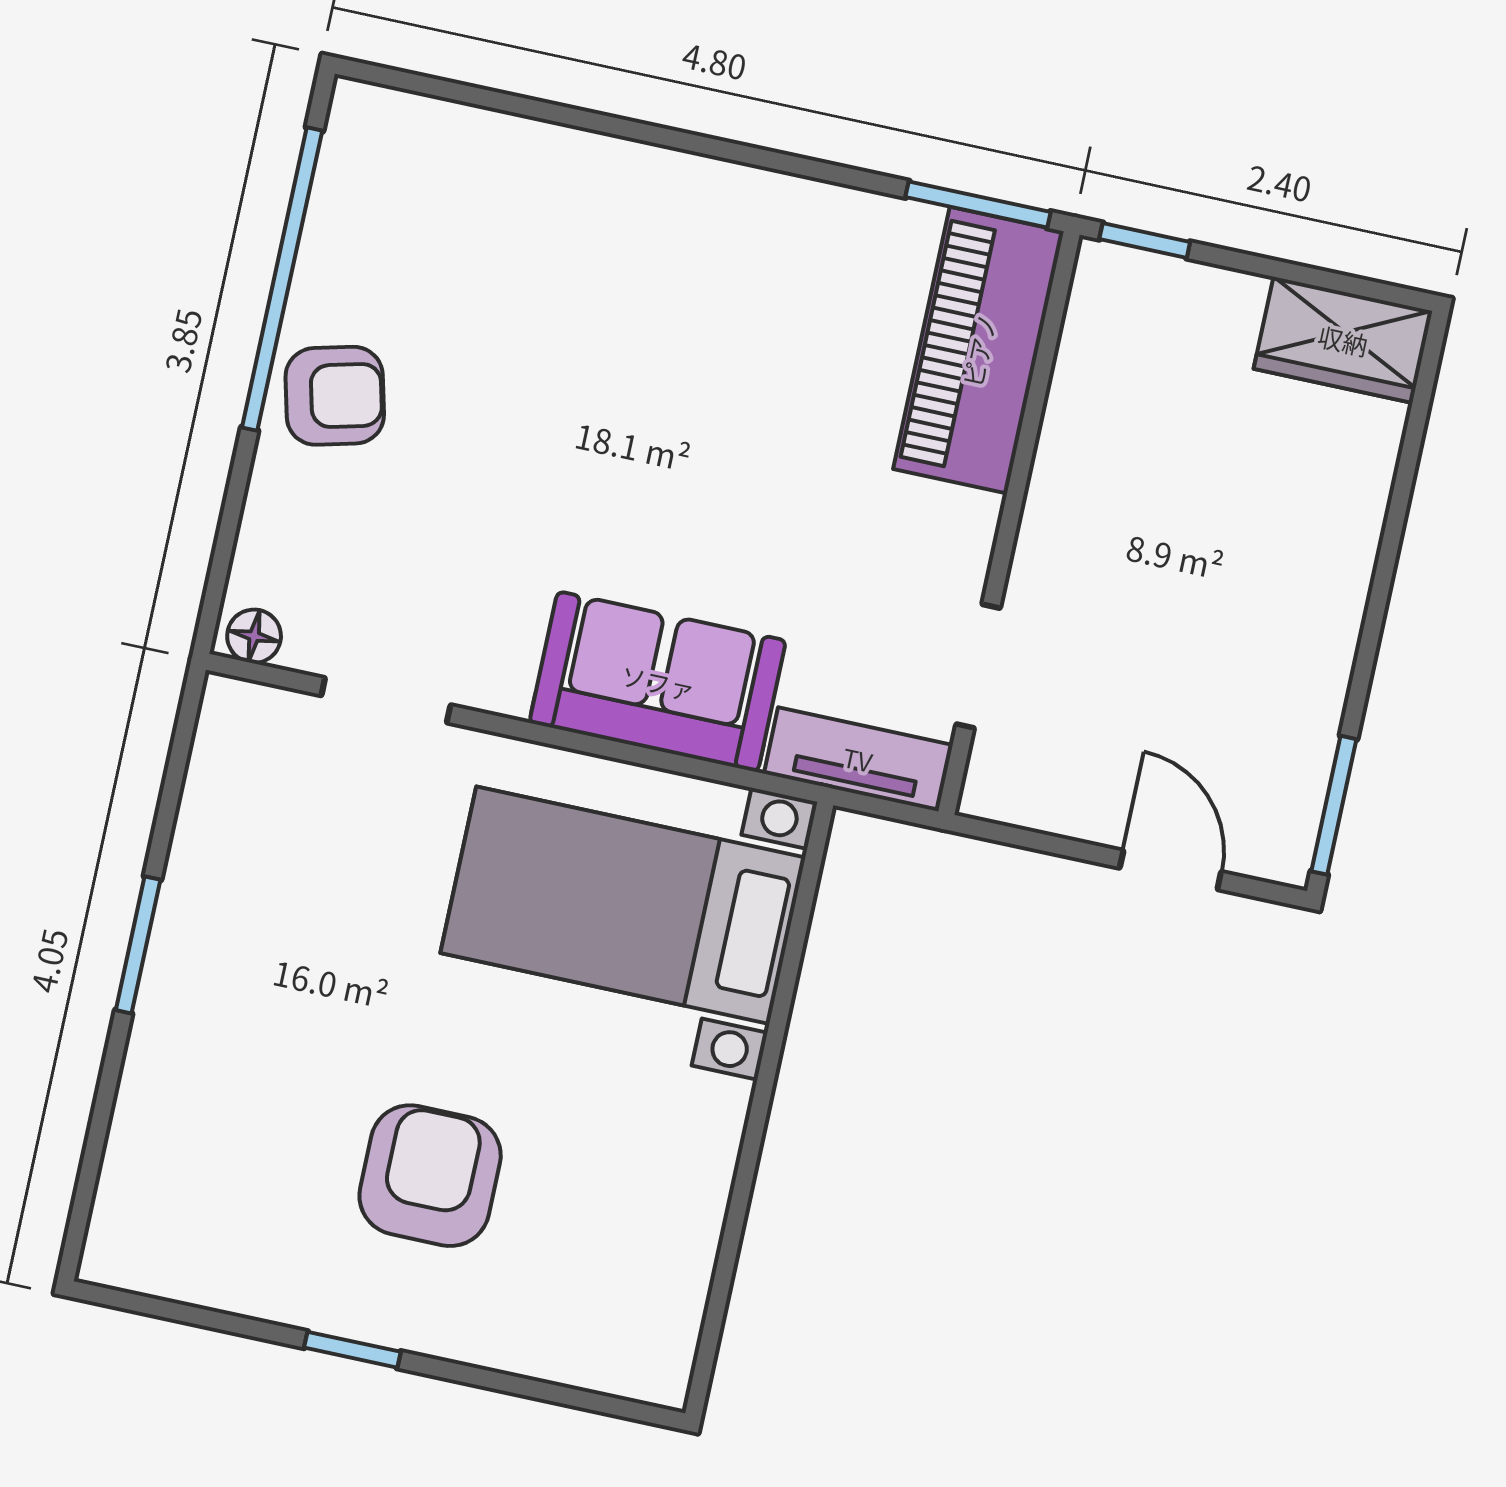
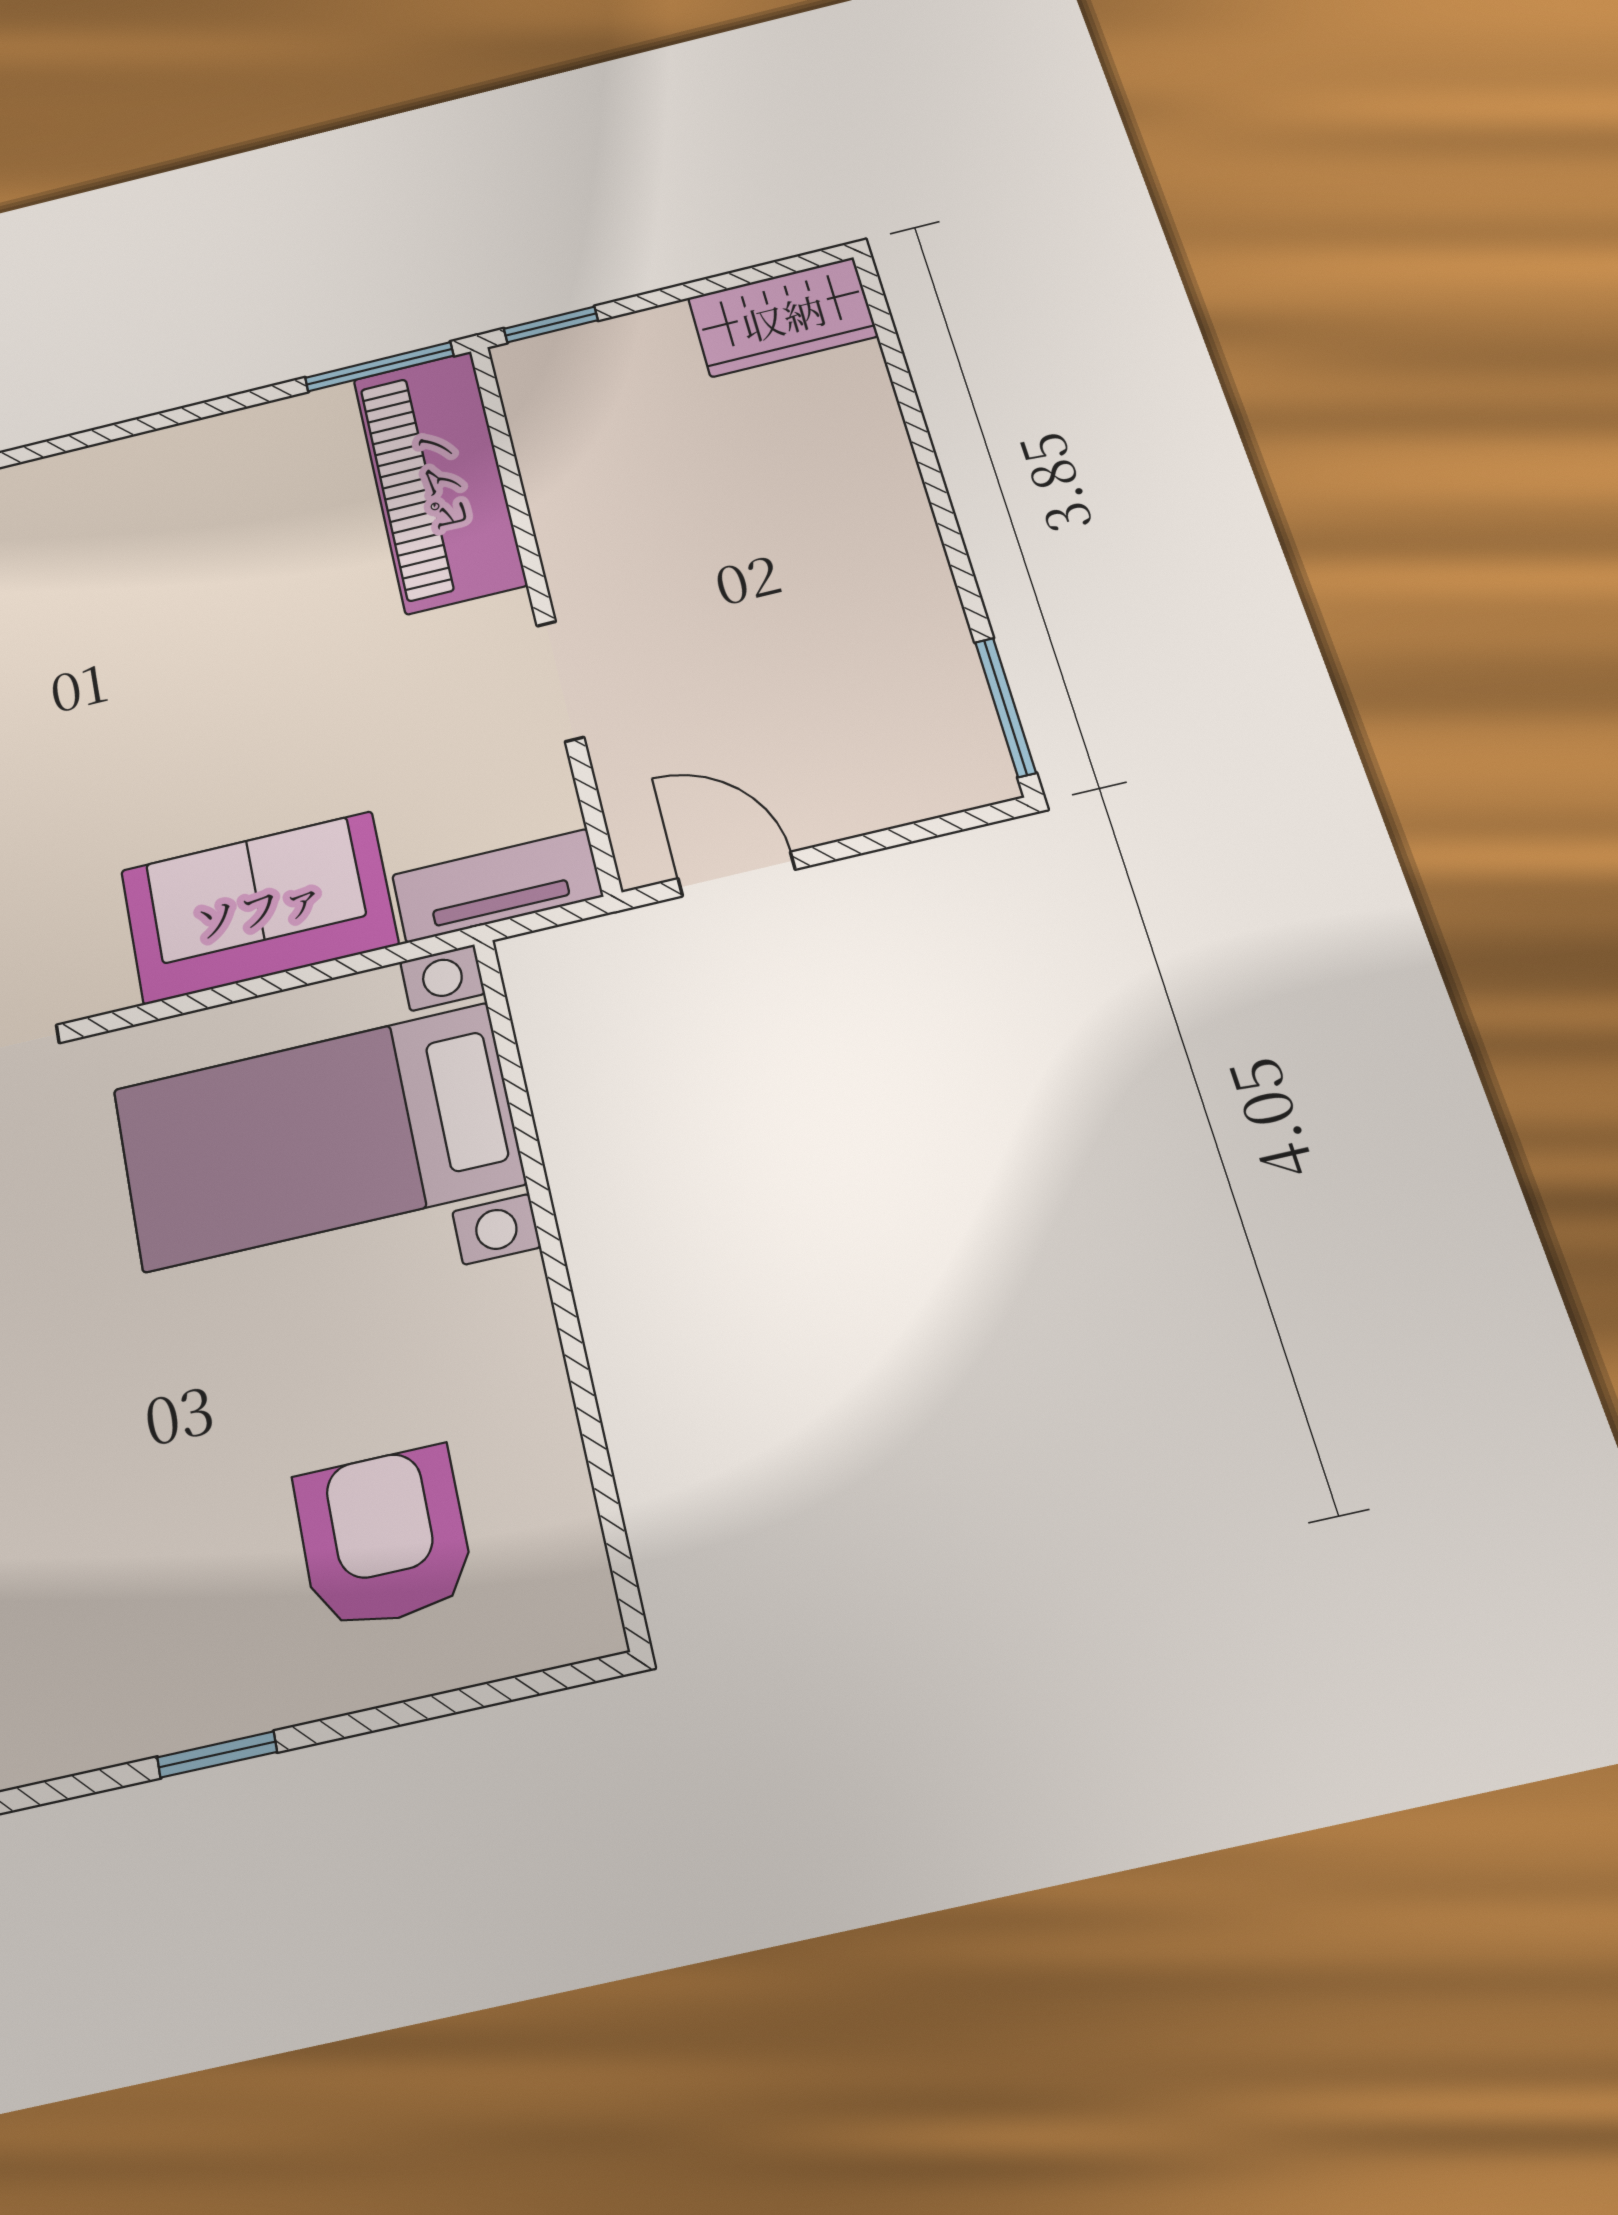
doorway: (978, 666) -> (560, 681), moved
door: (1170, 870) -> (736, 874), moved
armchair: (430, 1176) -> (384, 1538), moved

